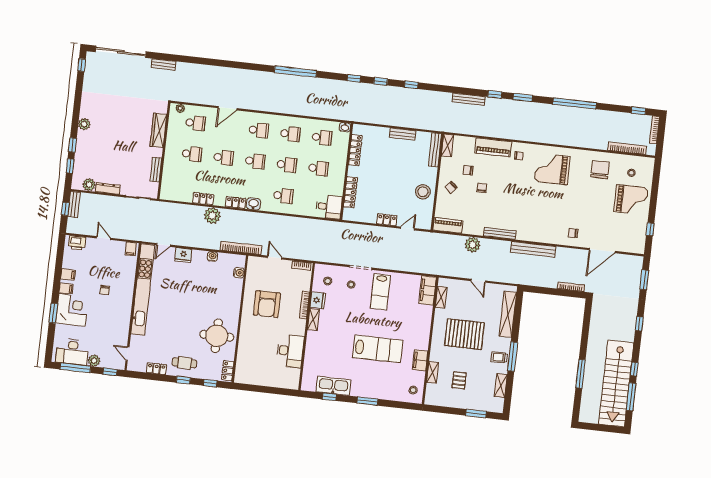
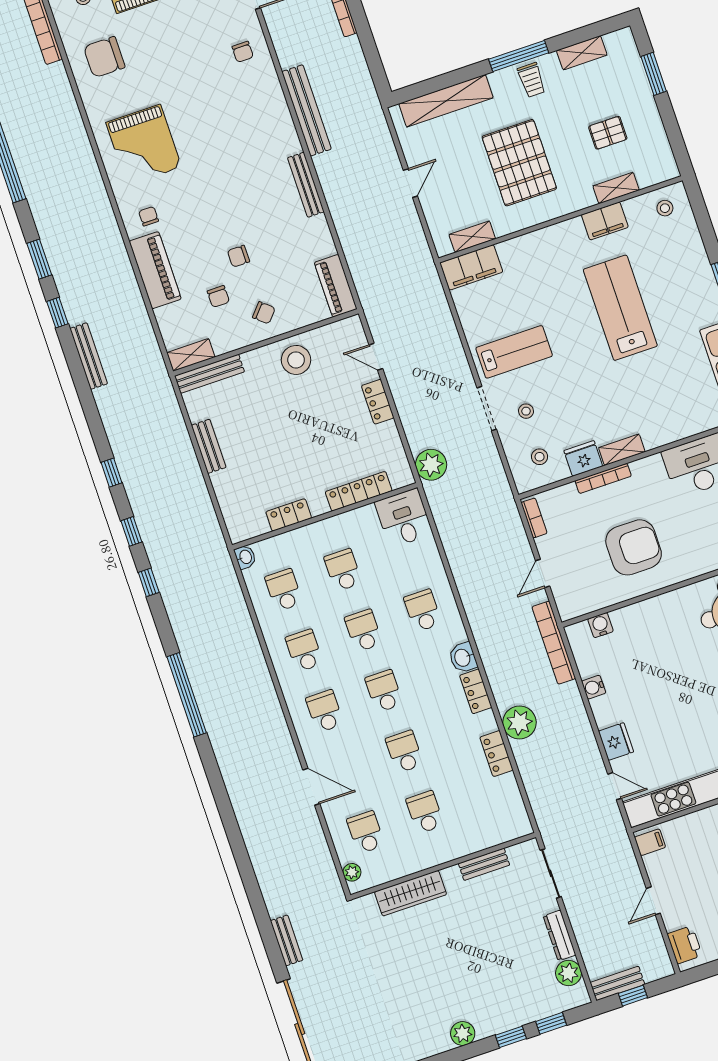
locker: (355, 150) -> (289, 515), width x0.66
plant: (473, 245) -> (431, 465), moved

